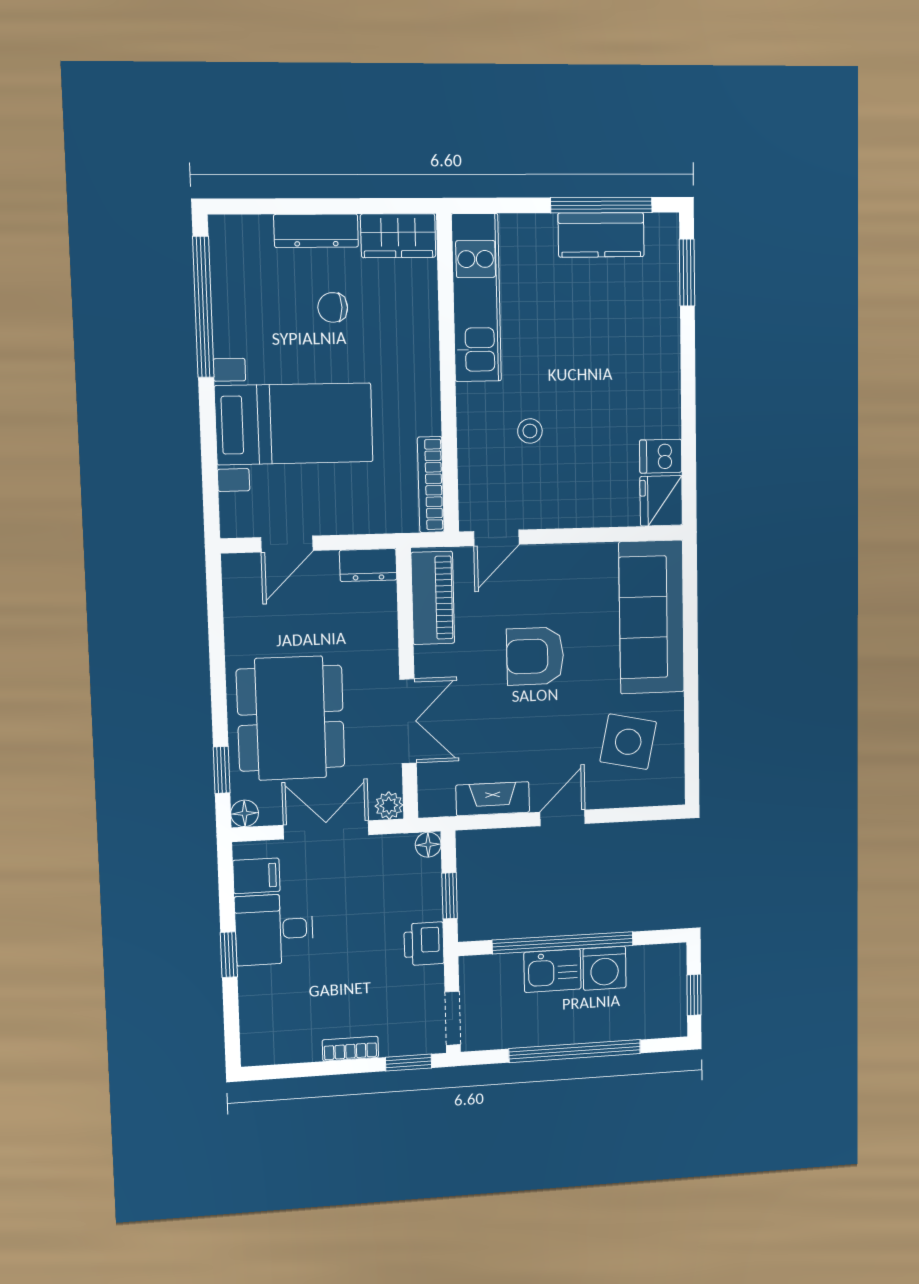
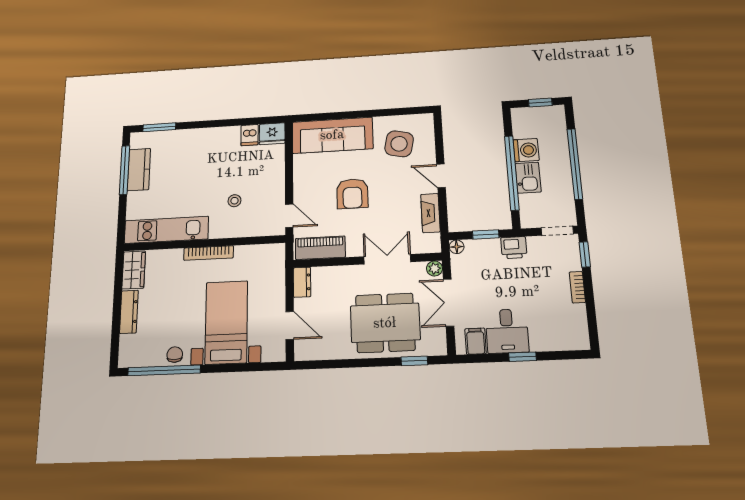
chair: (333, 307) -> (175, 355), moved, turned 180
bookcase: (431, 485) -> (208, 253), moved
floor lamp: (245, 813) -> (439, 348), removed

